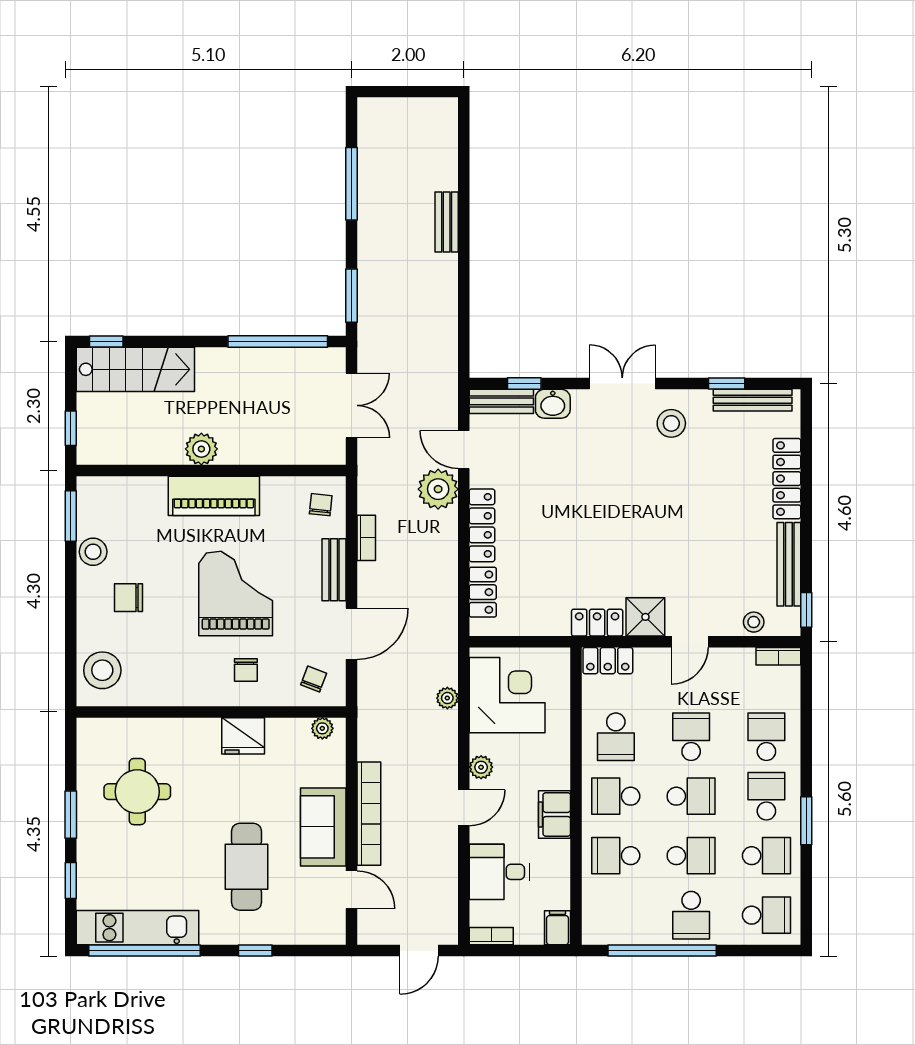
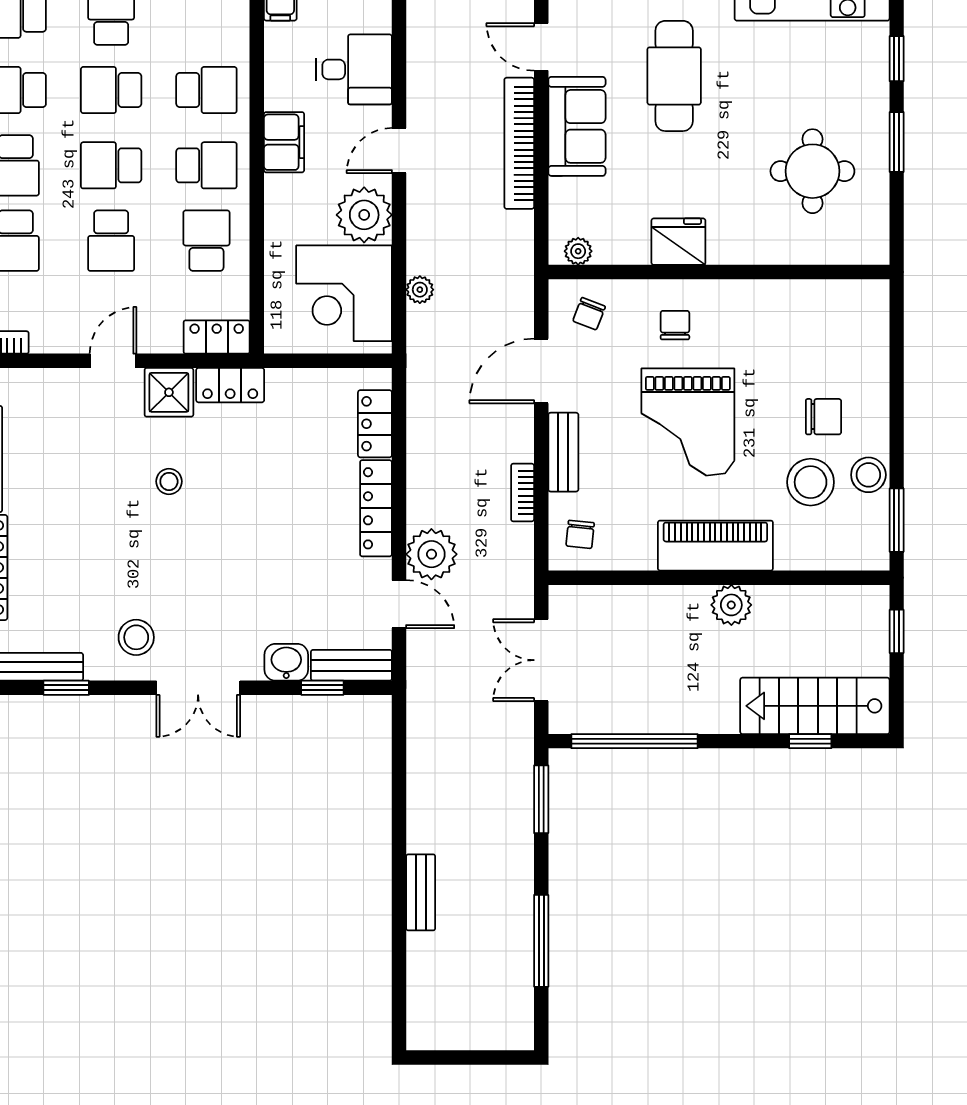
window: (106, 341) -> (810, 741), moved
stool: (754, 622) -> (169, 481), moved
stool: (102, 670) -> (811, 482), moved
plant: (481, 767) -> (364, 215), width x1.88, depth x1.88

